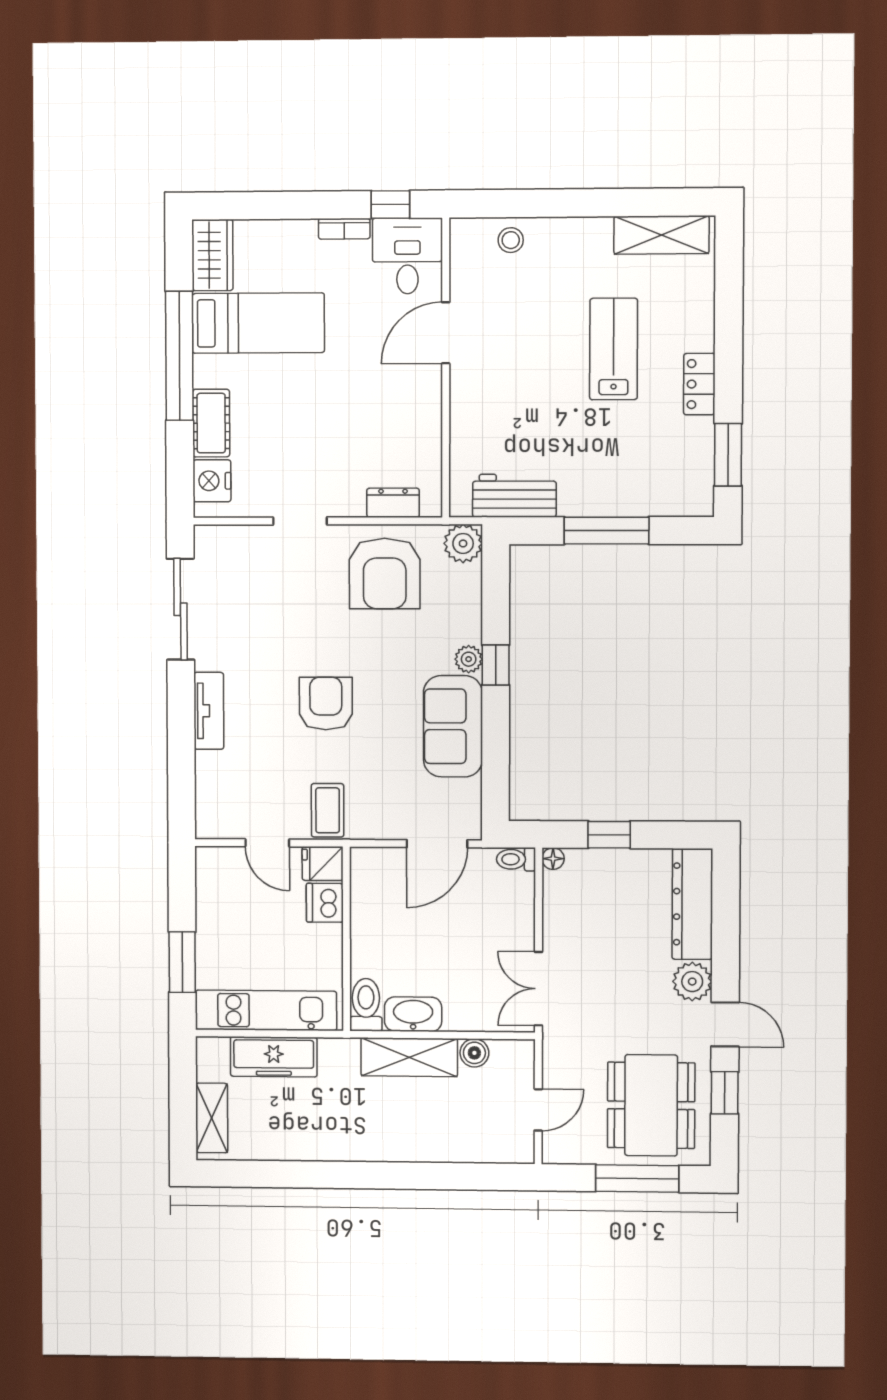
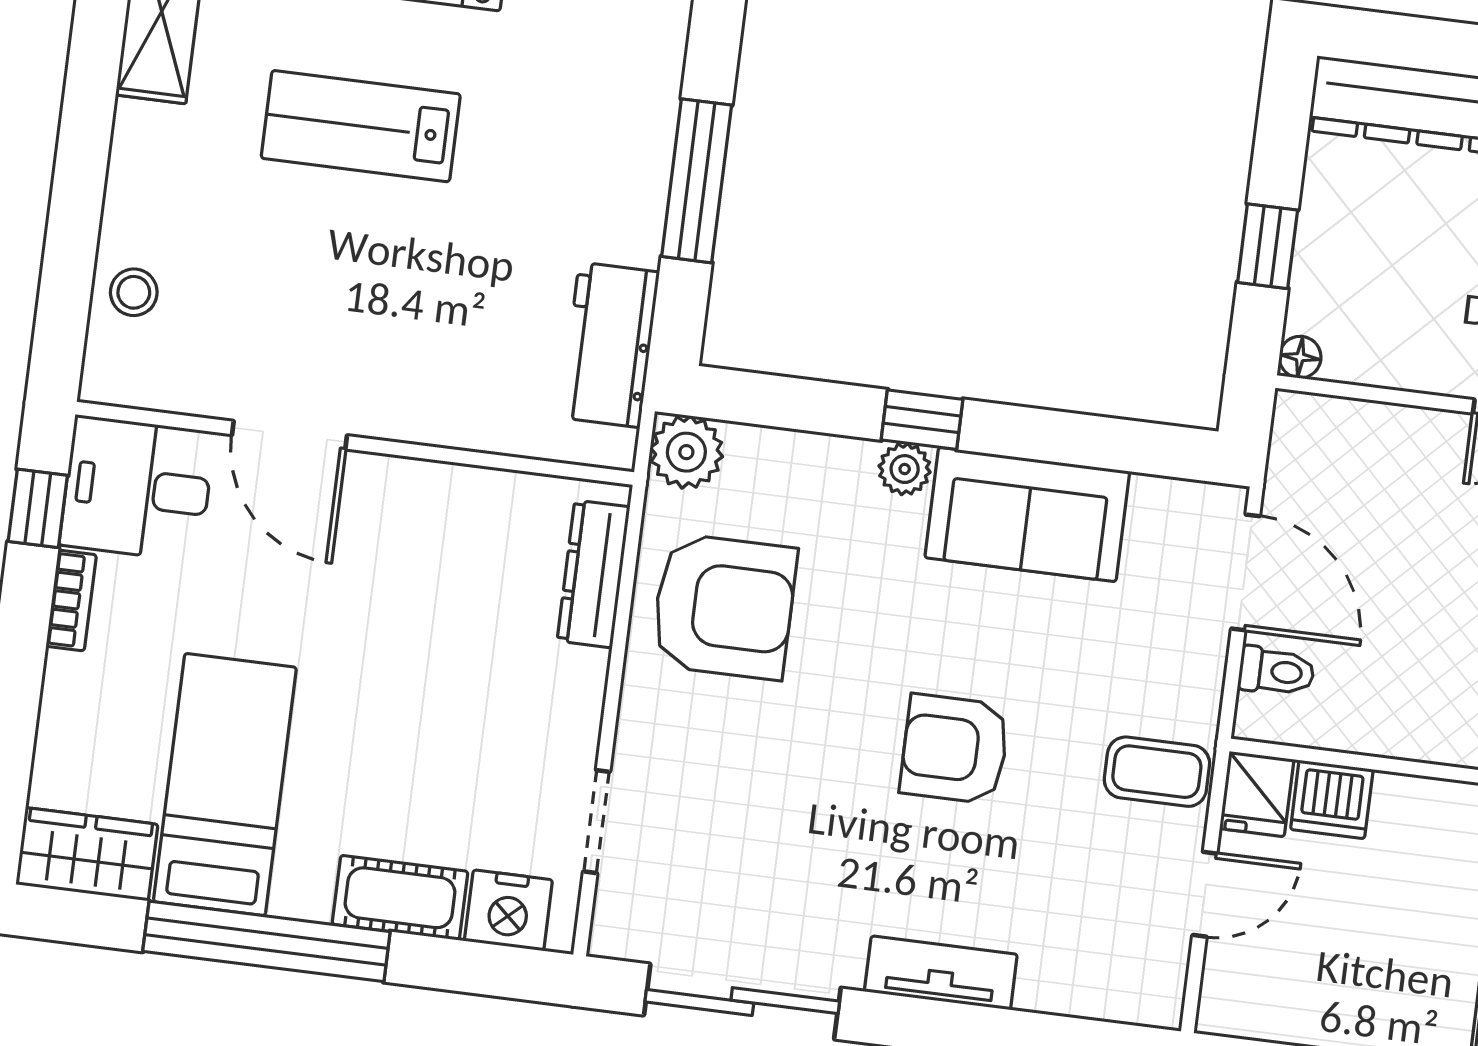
dresser: (393, 503) -> (593, 574), width x1.44
doorway: (300, 521) -> (597, 822), moved
toilet: (516, 859) -> (1276, 671), moved, turned -90

